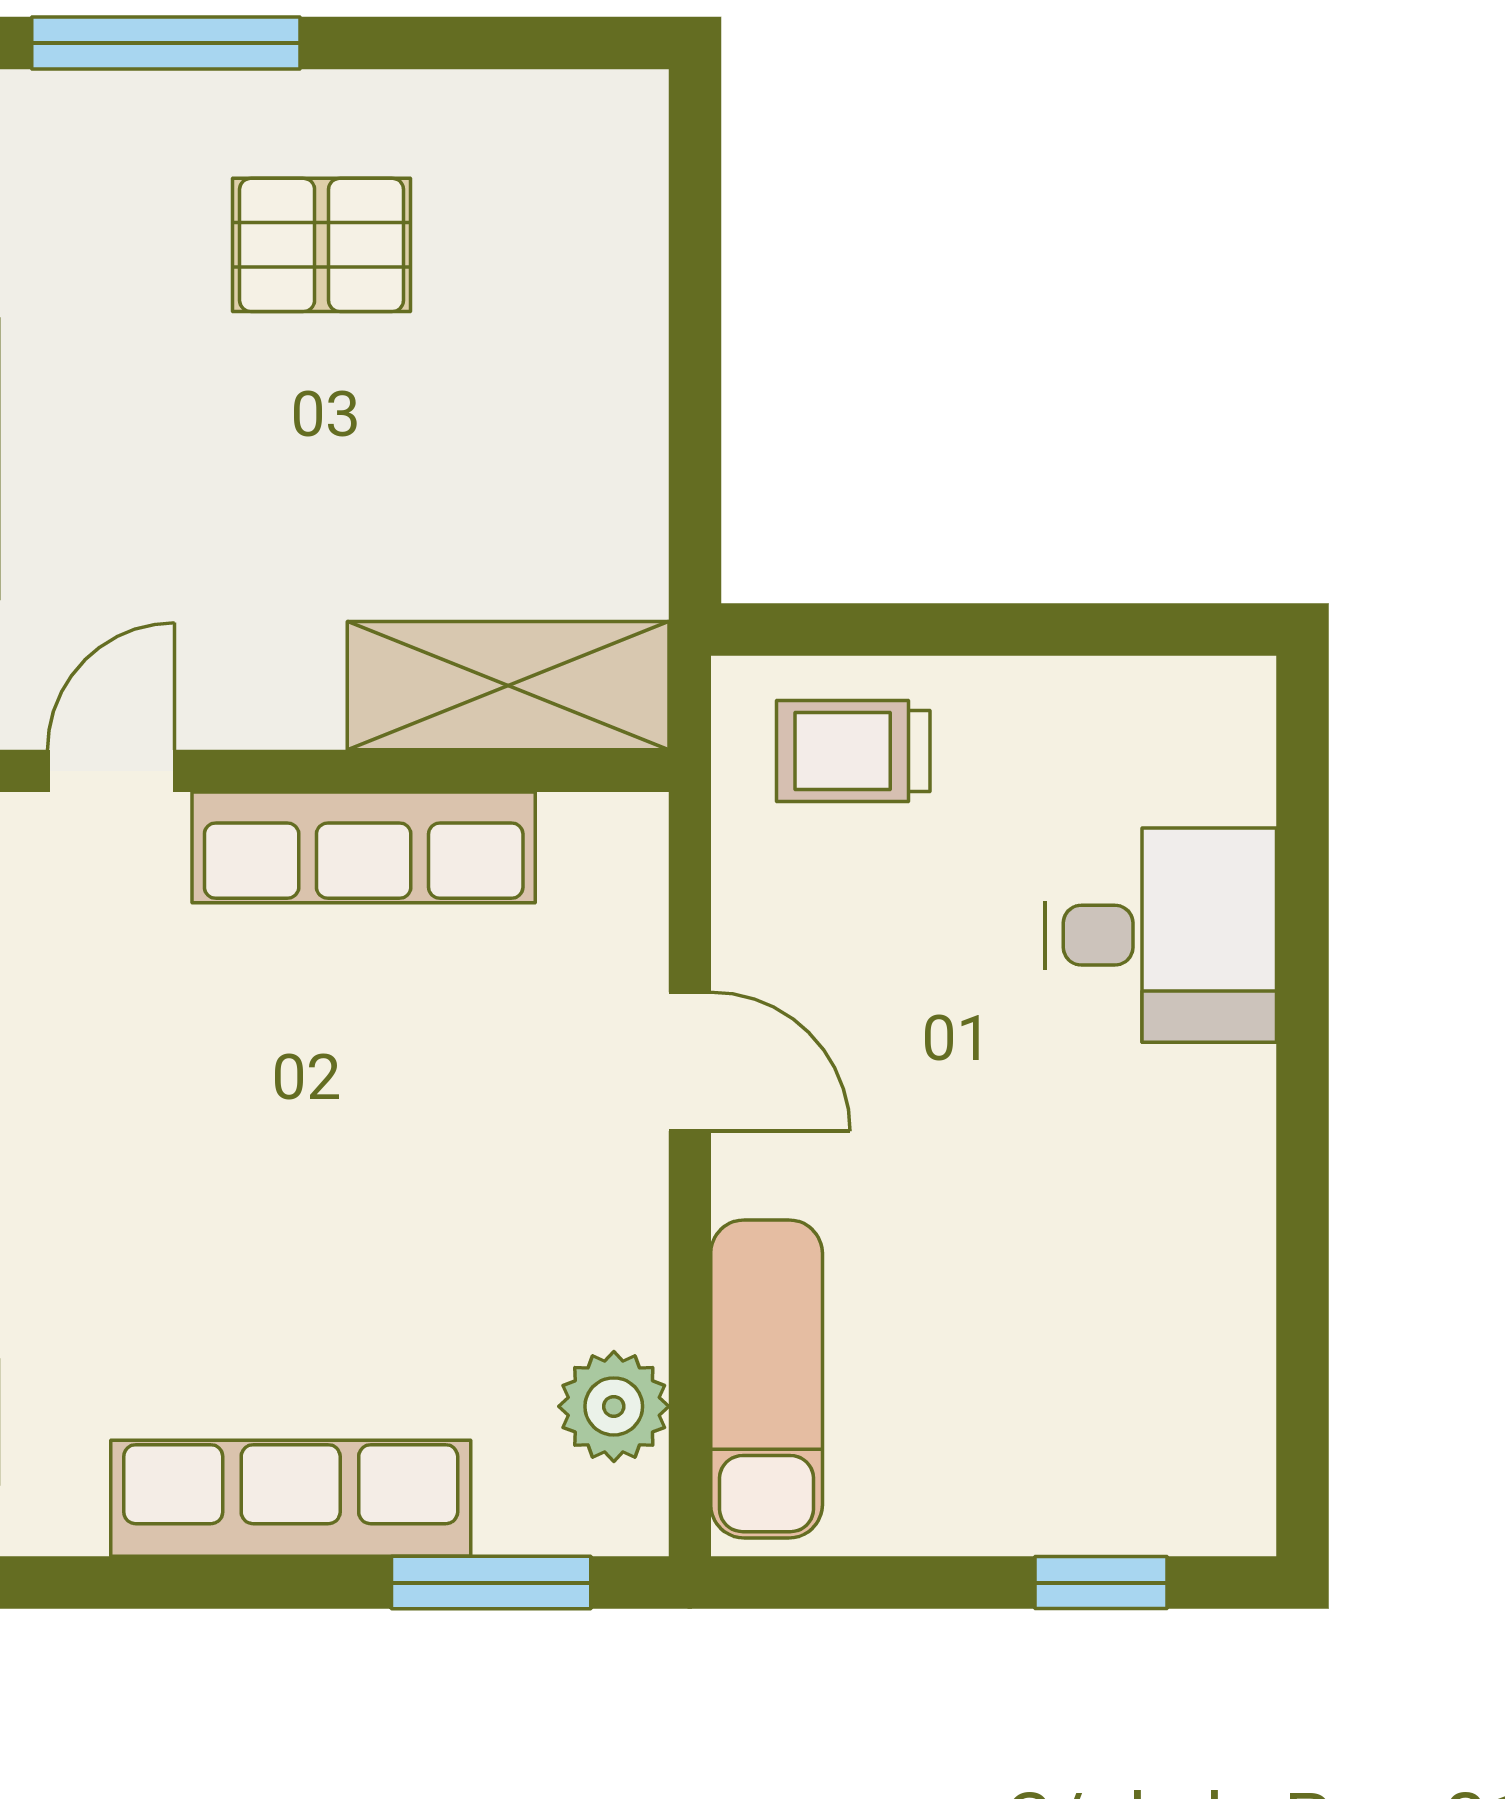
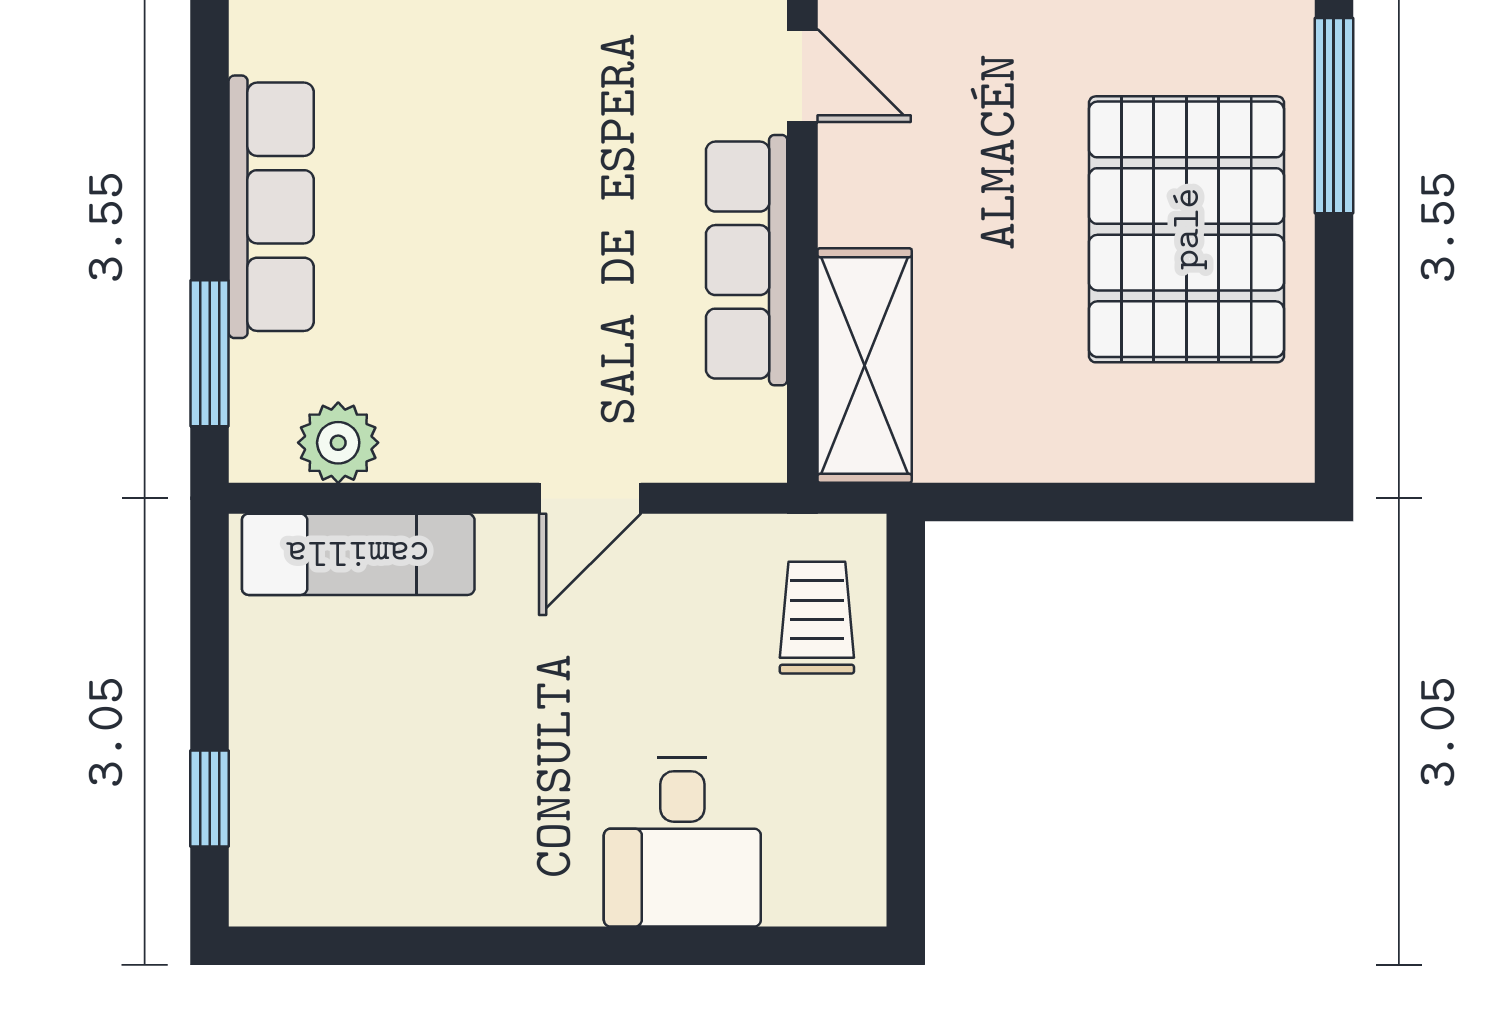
pallet: (322, 245) -> (1186, 229), width x2.05, depth x2.00

